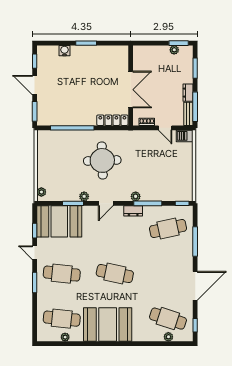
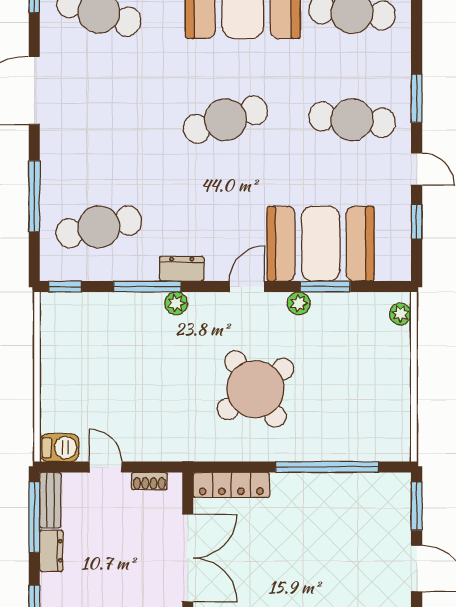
double door: (131, 90) -> (188, 558), swing flipped
round table: (102, 160) -> (255, 389), turned -34
booth: (59, 221) -> (321, 244), moved
cafe table: (115, 274) -> (225, 120), turned -30

